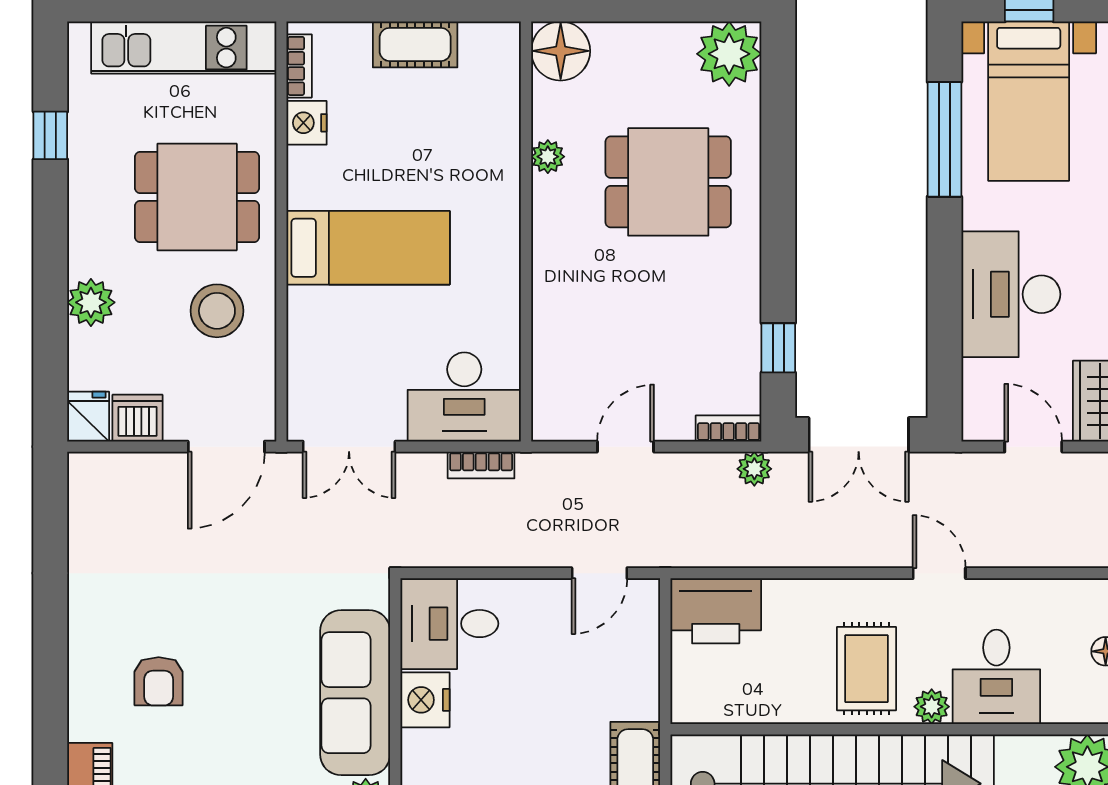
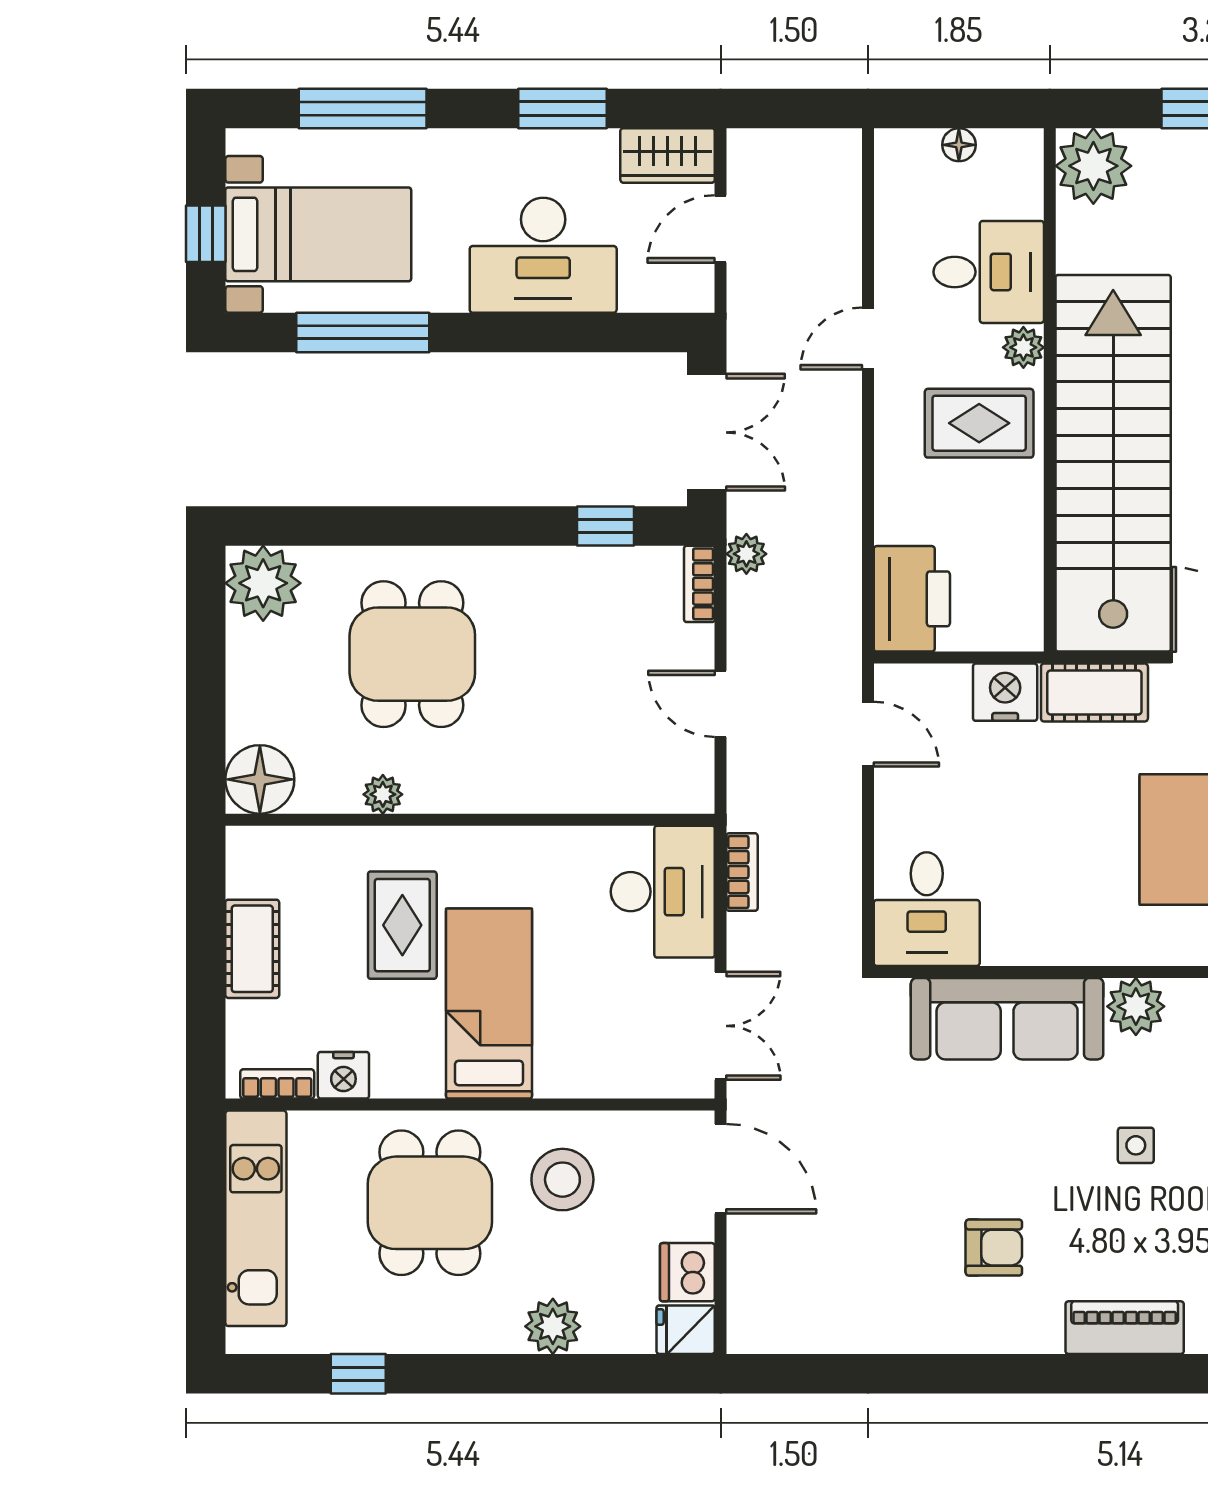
rug: (435, 173) -> (402, 925), added
nightstand: (425, 700) -> (1005, 692), moved, turned 180

